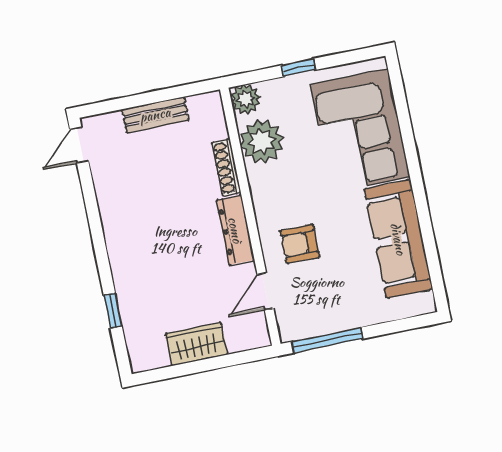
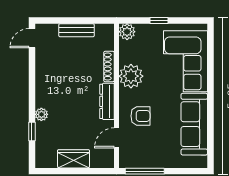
plant: (262, 141) -> (131, 76), moved
armchair: (300, 244) -> (140, 116), turned 180
plant: (124, 277) -> (41, 114), added

